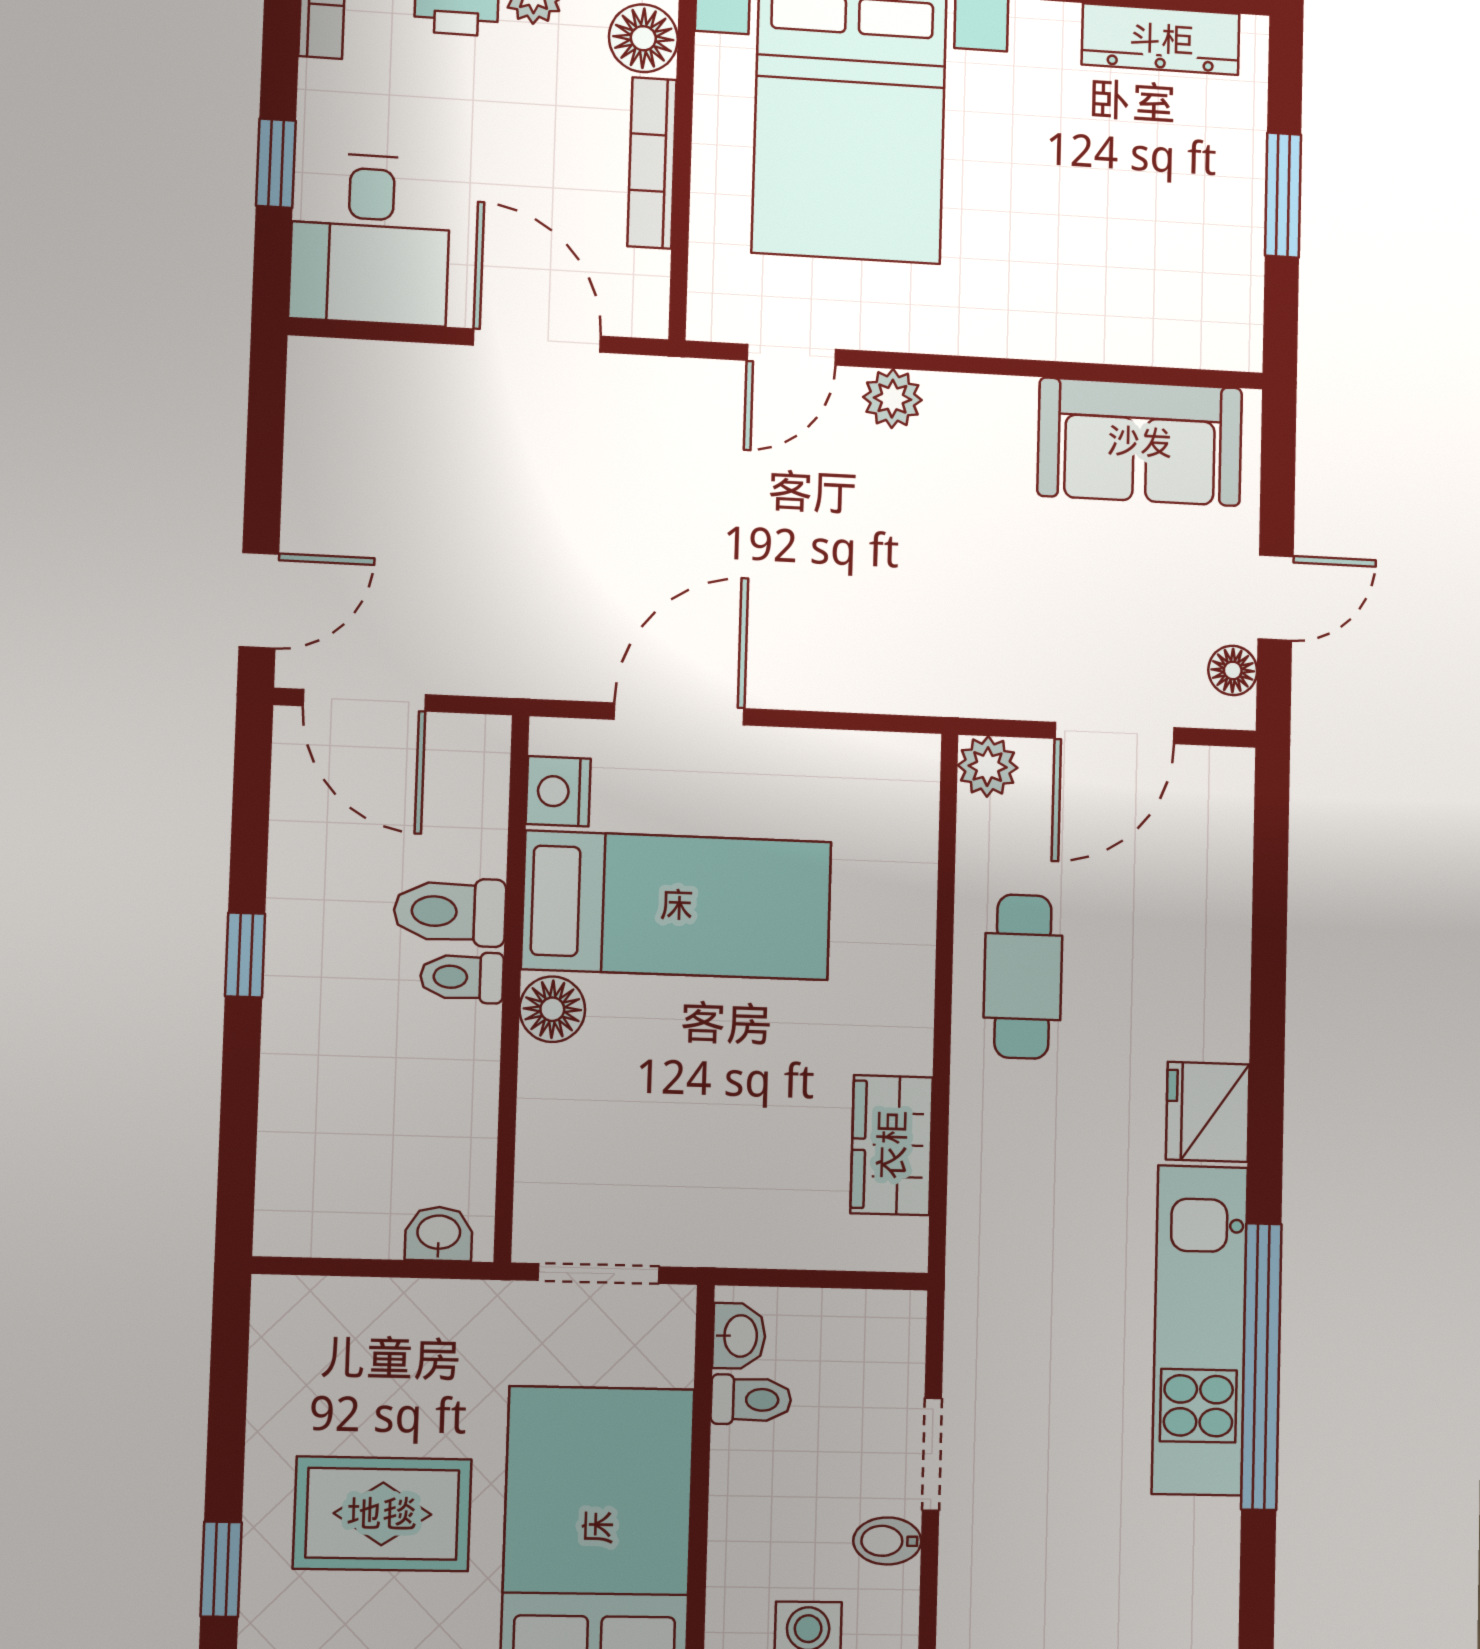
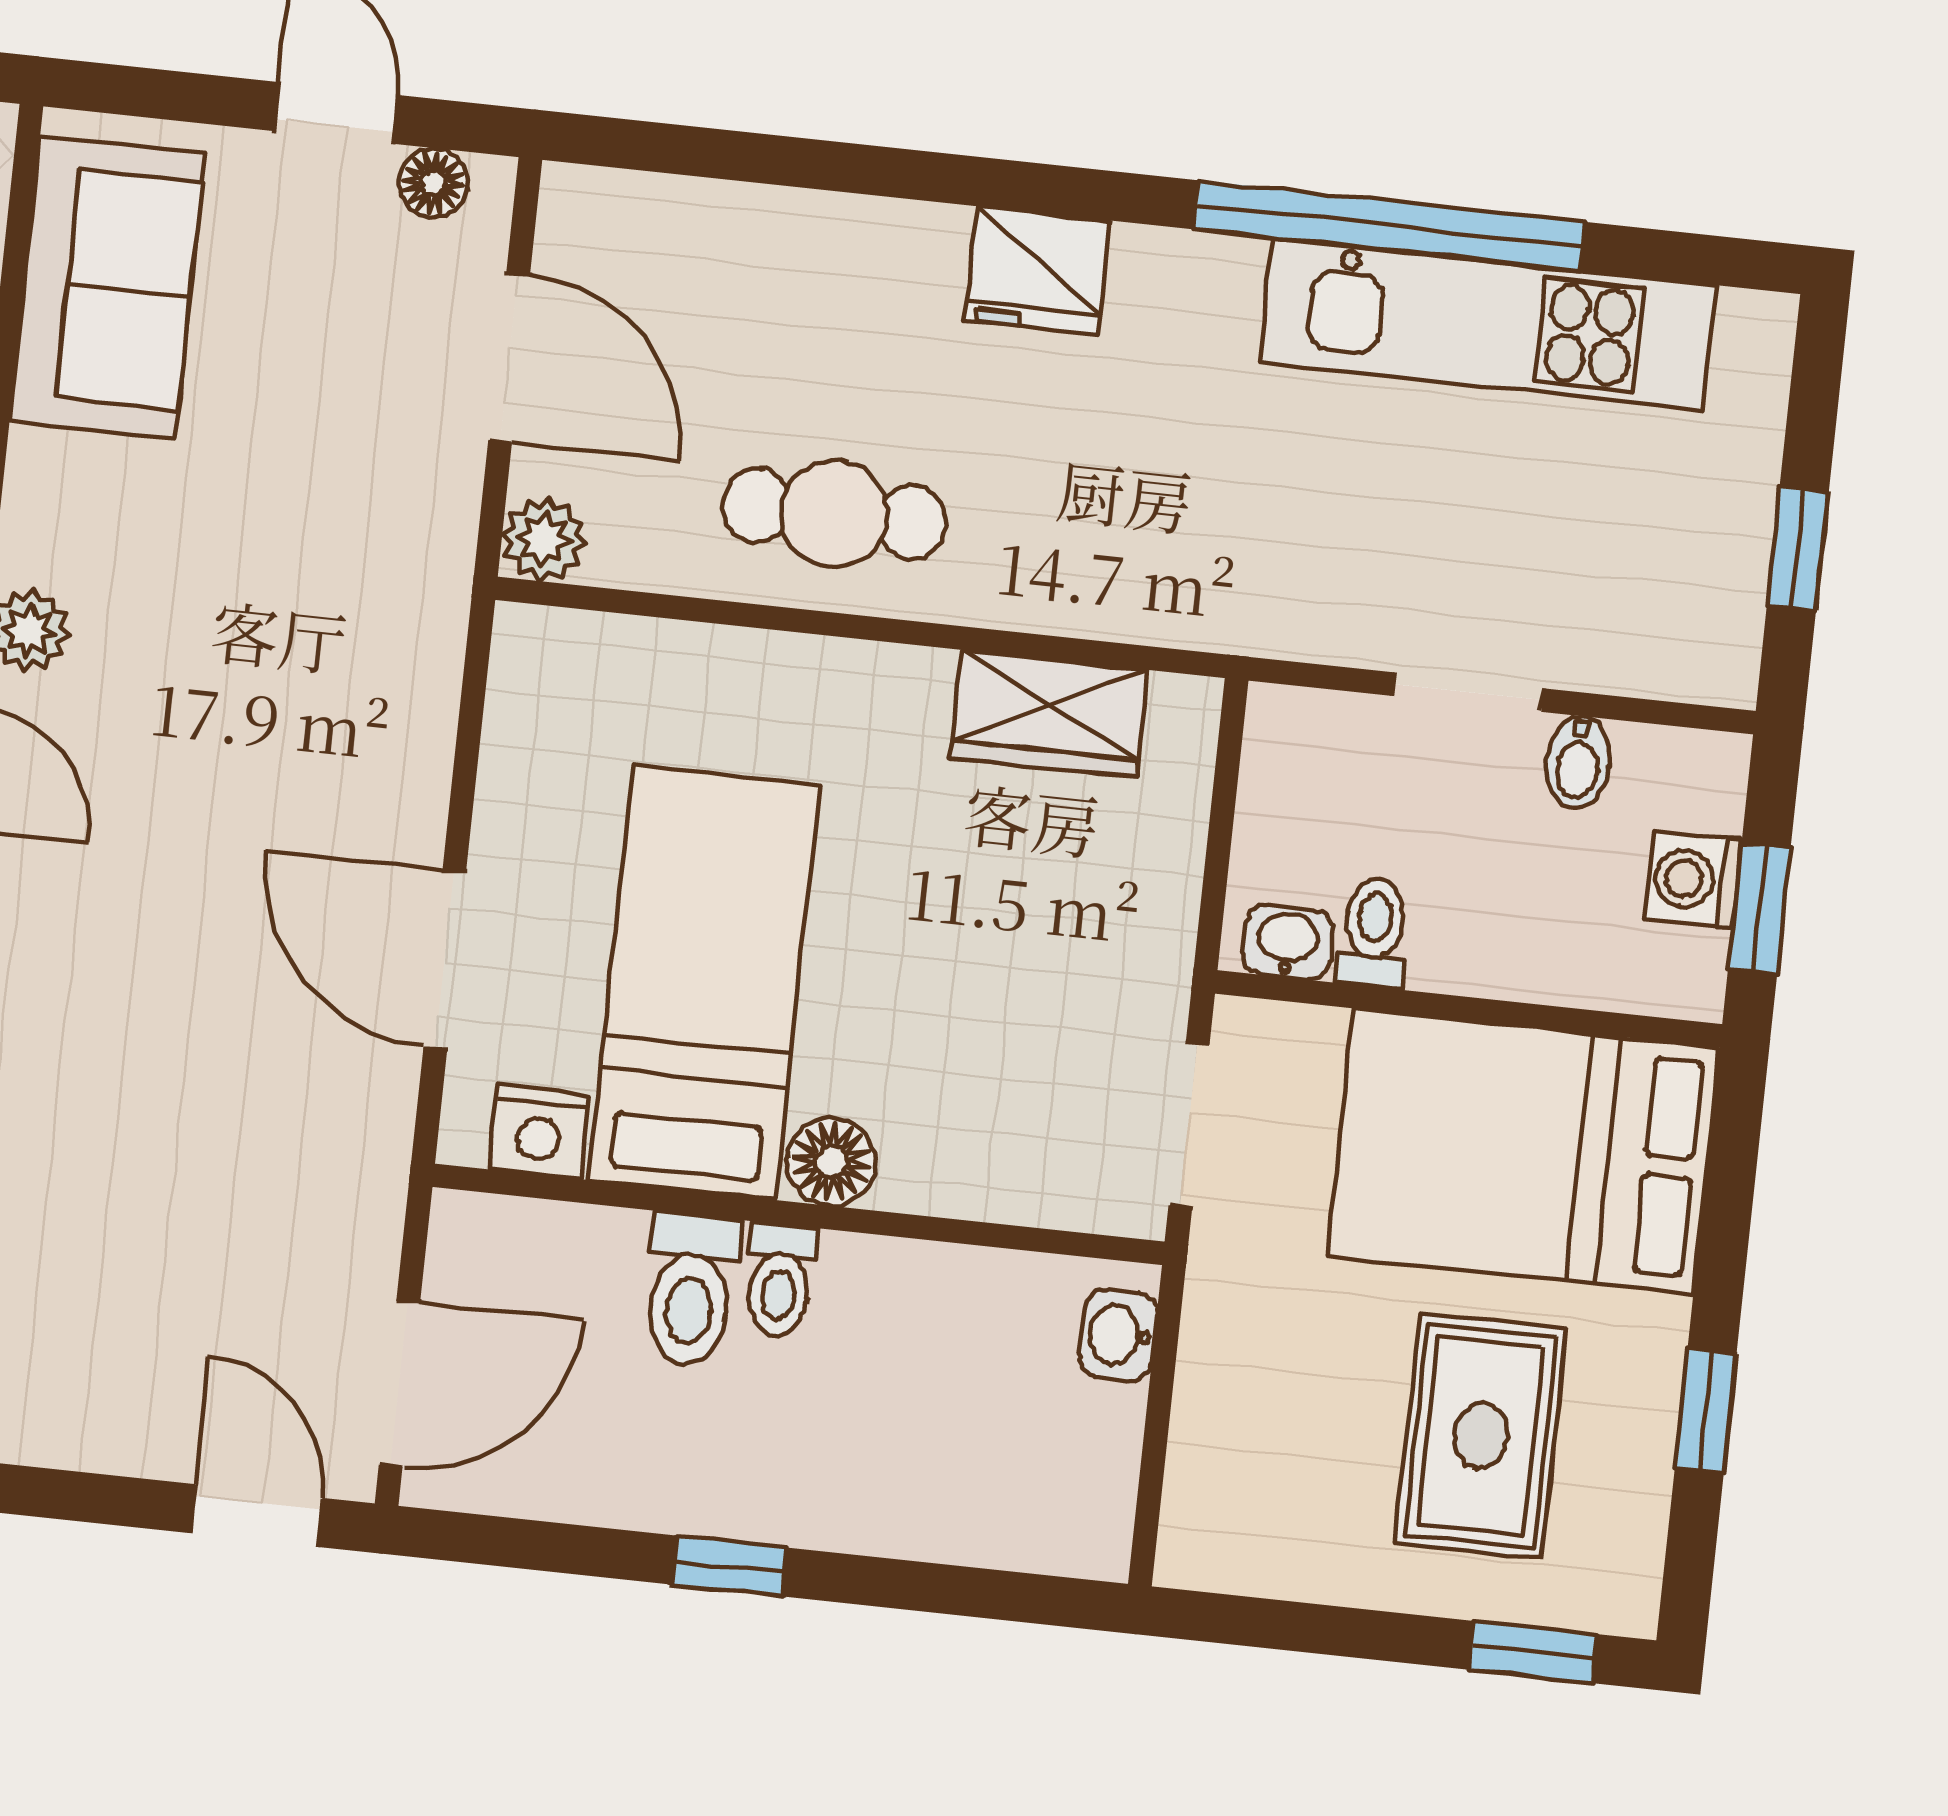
kitchen unit: (1200, 1330) -> (1488, 324), moved

